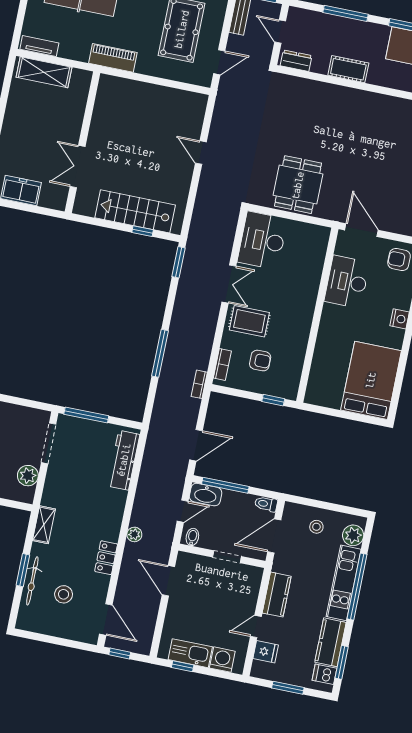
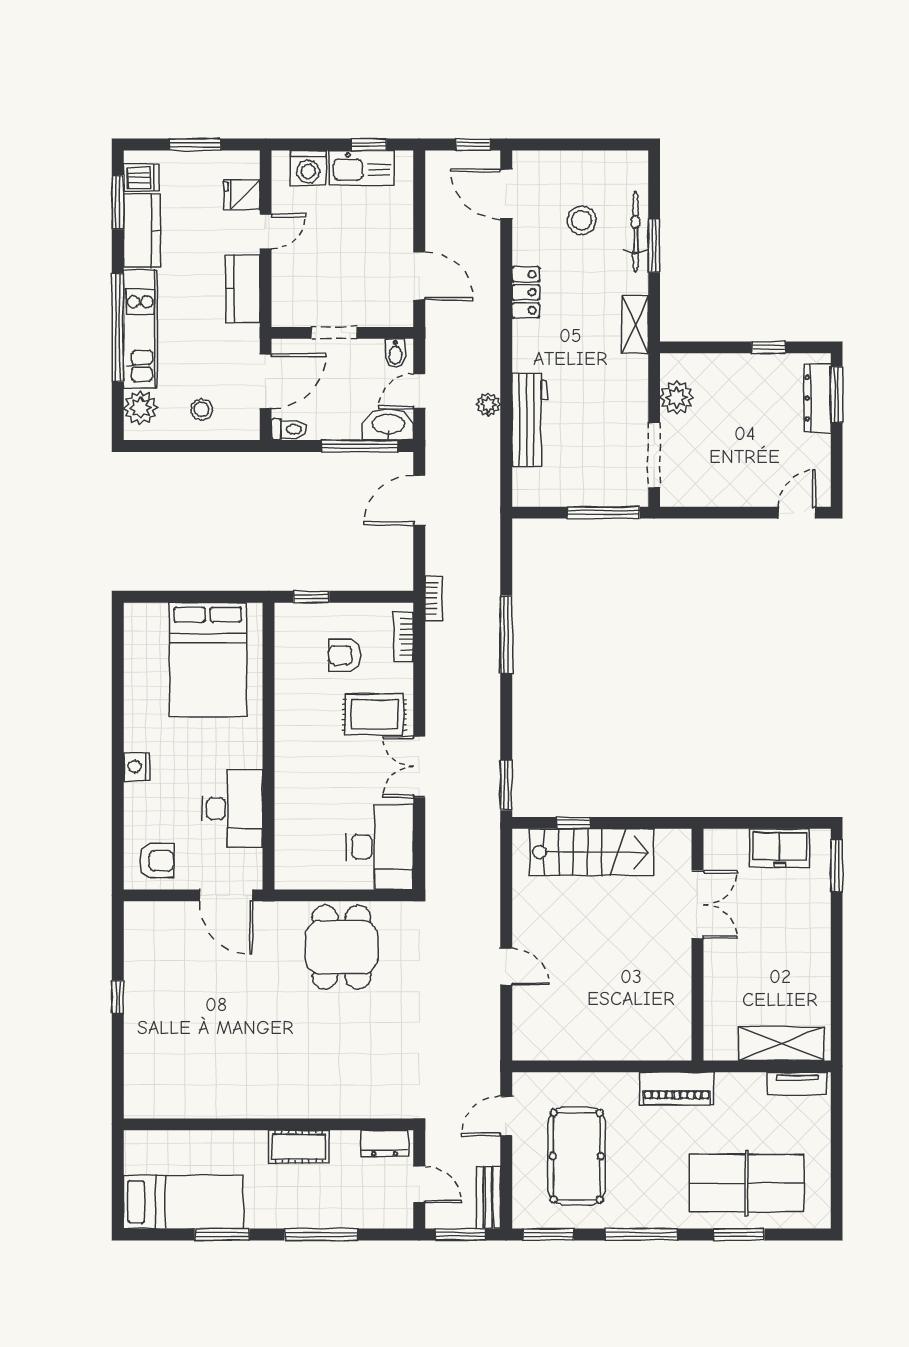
bed: (371, 380) -> (208, 660), moved
workbench: (124, 460) -> (529, 420), moved
plant: (134, 534) -> (488, 404), moved

